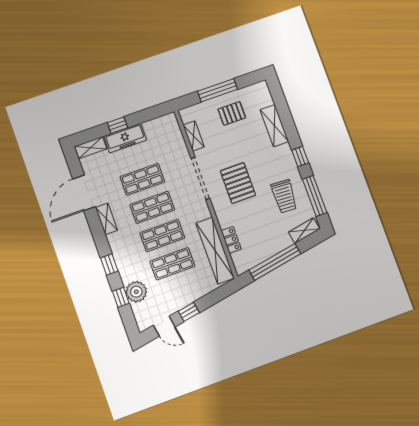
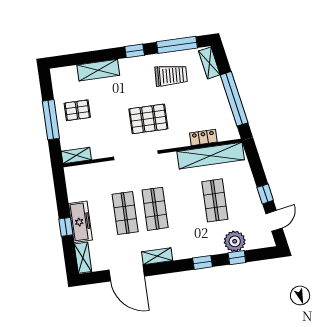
pallet: (232, 113) -> (77, 110), turned 90
shelving: (194, 136) -> (76, 155), moved
shop shelf: (162, 235) -> (185, 205), removed

